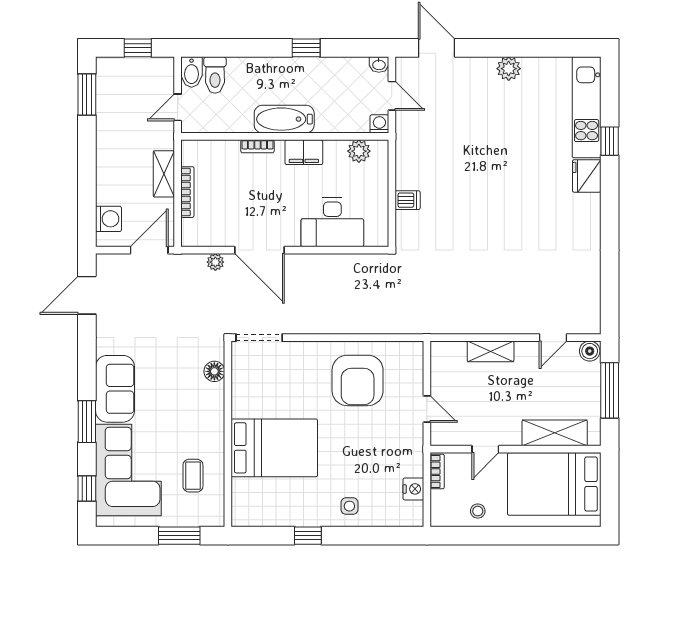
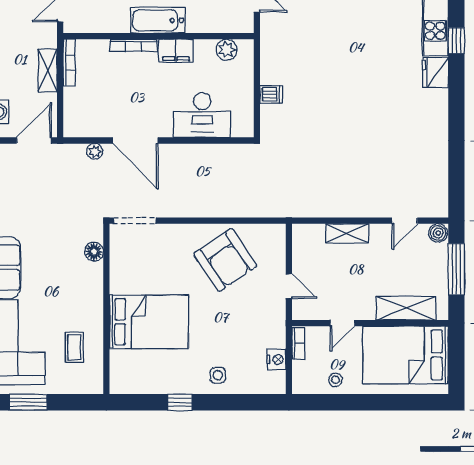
washing machine: (379, 124) -> (245, 25), removed
bookcase: (257, 146) -> (133, 45), width x1.56
bookcase: (187, 192) -> (69, 63), moved
armchair: (358, 380) -> (225, 260), turned -34
window: (179, 536) -> (28, 402), moved

